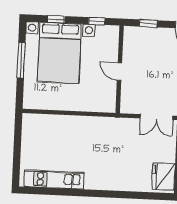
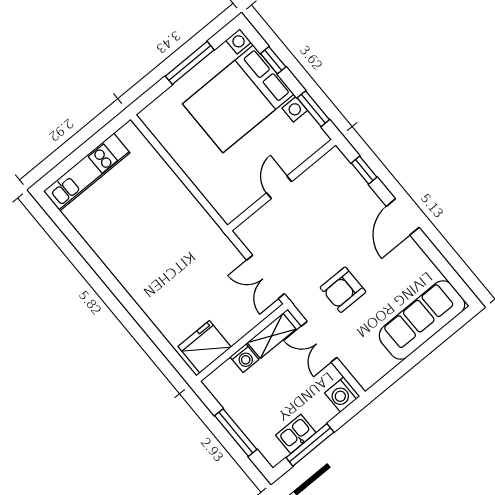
window: (97, 21) -> (313, 109), width x1.50
kitchen unit: (54, 180) -> (87, 172), moved, turned 90

